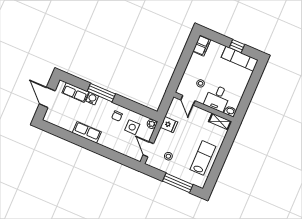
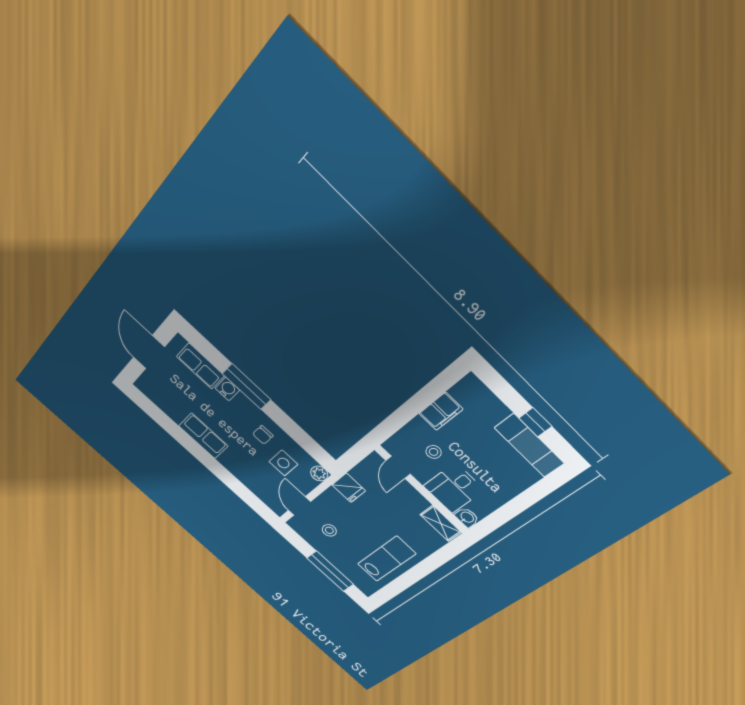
filing cabinet: (202, 46) -> (441, 411), moved

